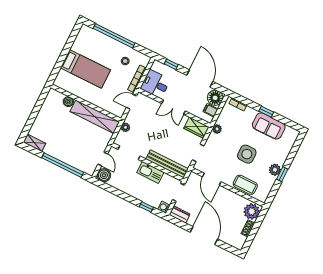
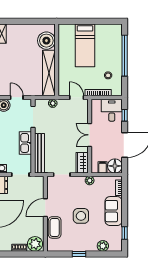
desk: (155, 84) -> (112, 110), moved
boiler: (68, 102) -> (46, 41), width x1.86, depth x1.86
window: (266, 112) -> (125, 233), moved
sofa: (269, 126) -> (114, 211), moved
door: (103, 159) -> (17, 97), swing flipped
plant: (275, 170) -> (103, 246), moved
door: (212, 179) -> (45, 208), moved

